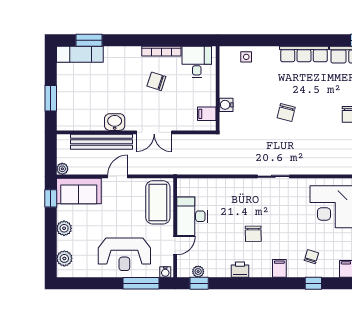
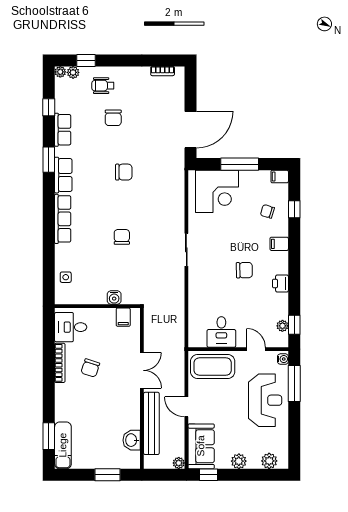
chair: (286, 112) -> (122, 237), turned -104
washbasin: (115, 122) -> (132, 440), moved
desk: (192, 216) -> (221, 332), width x0.73

